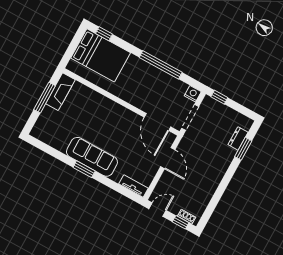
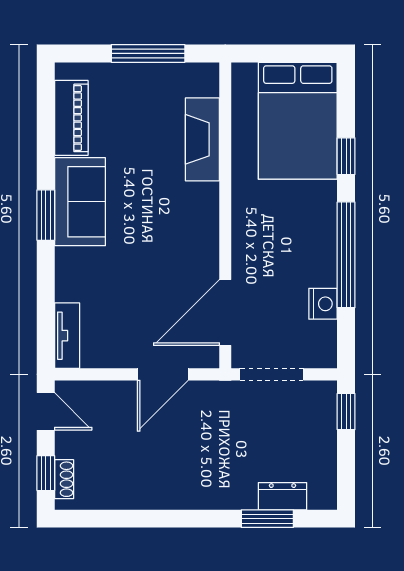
window: (104, 34) -> (346, 156), moved
fireplace: (60, 92) -> (202, 139), moved, turned 90
nightstand: (193, 94) -> (323, 304), moved
piano: (53, 140) -> (71, 118), added
sofa: (92, 157) -> (80, 202), width x0.73

